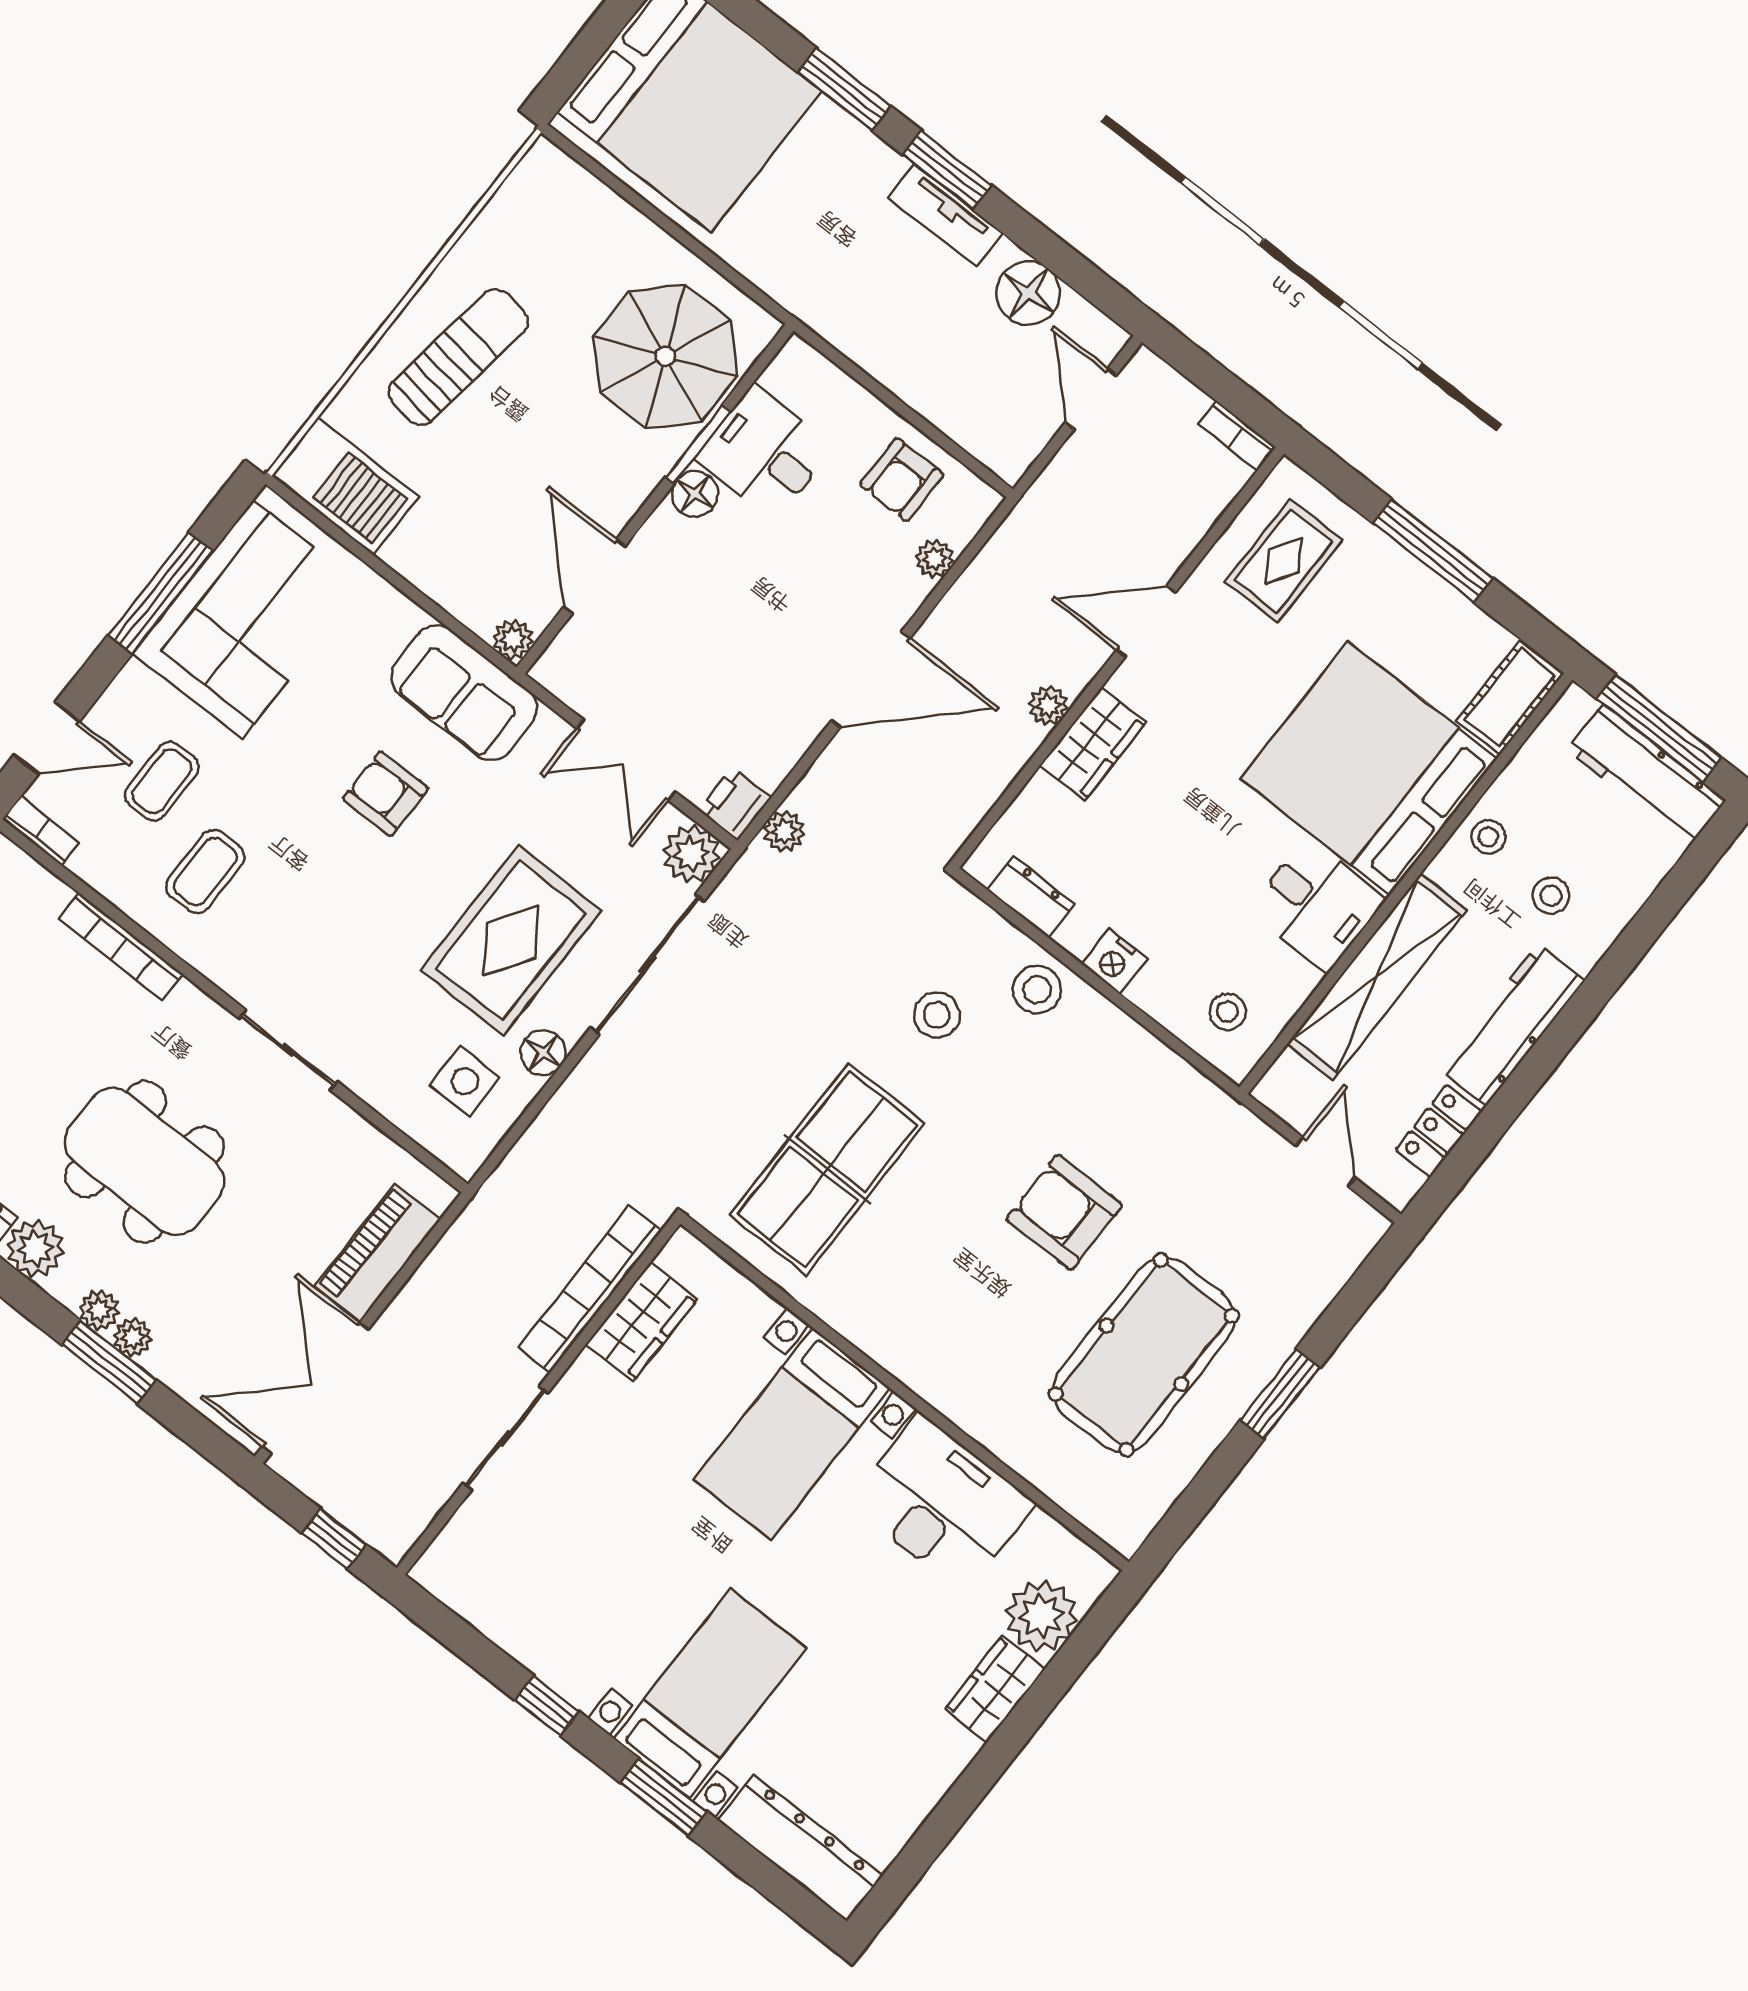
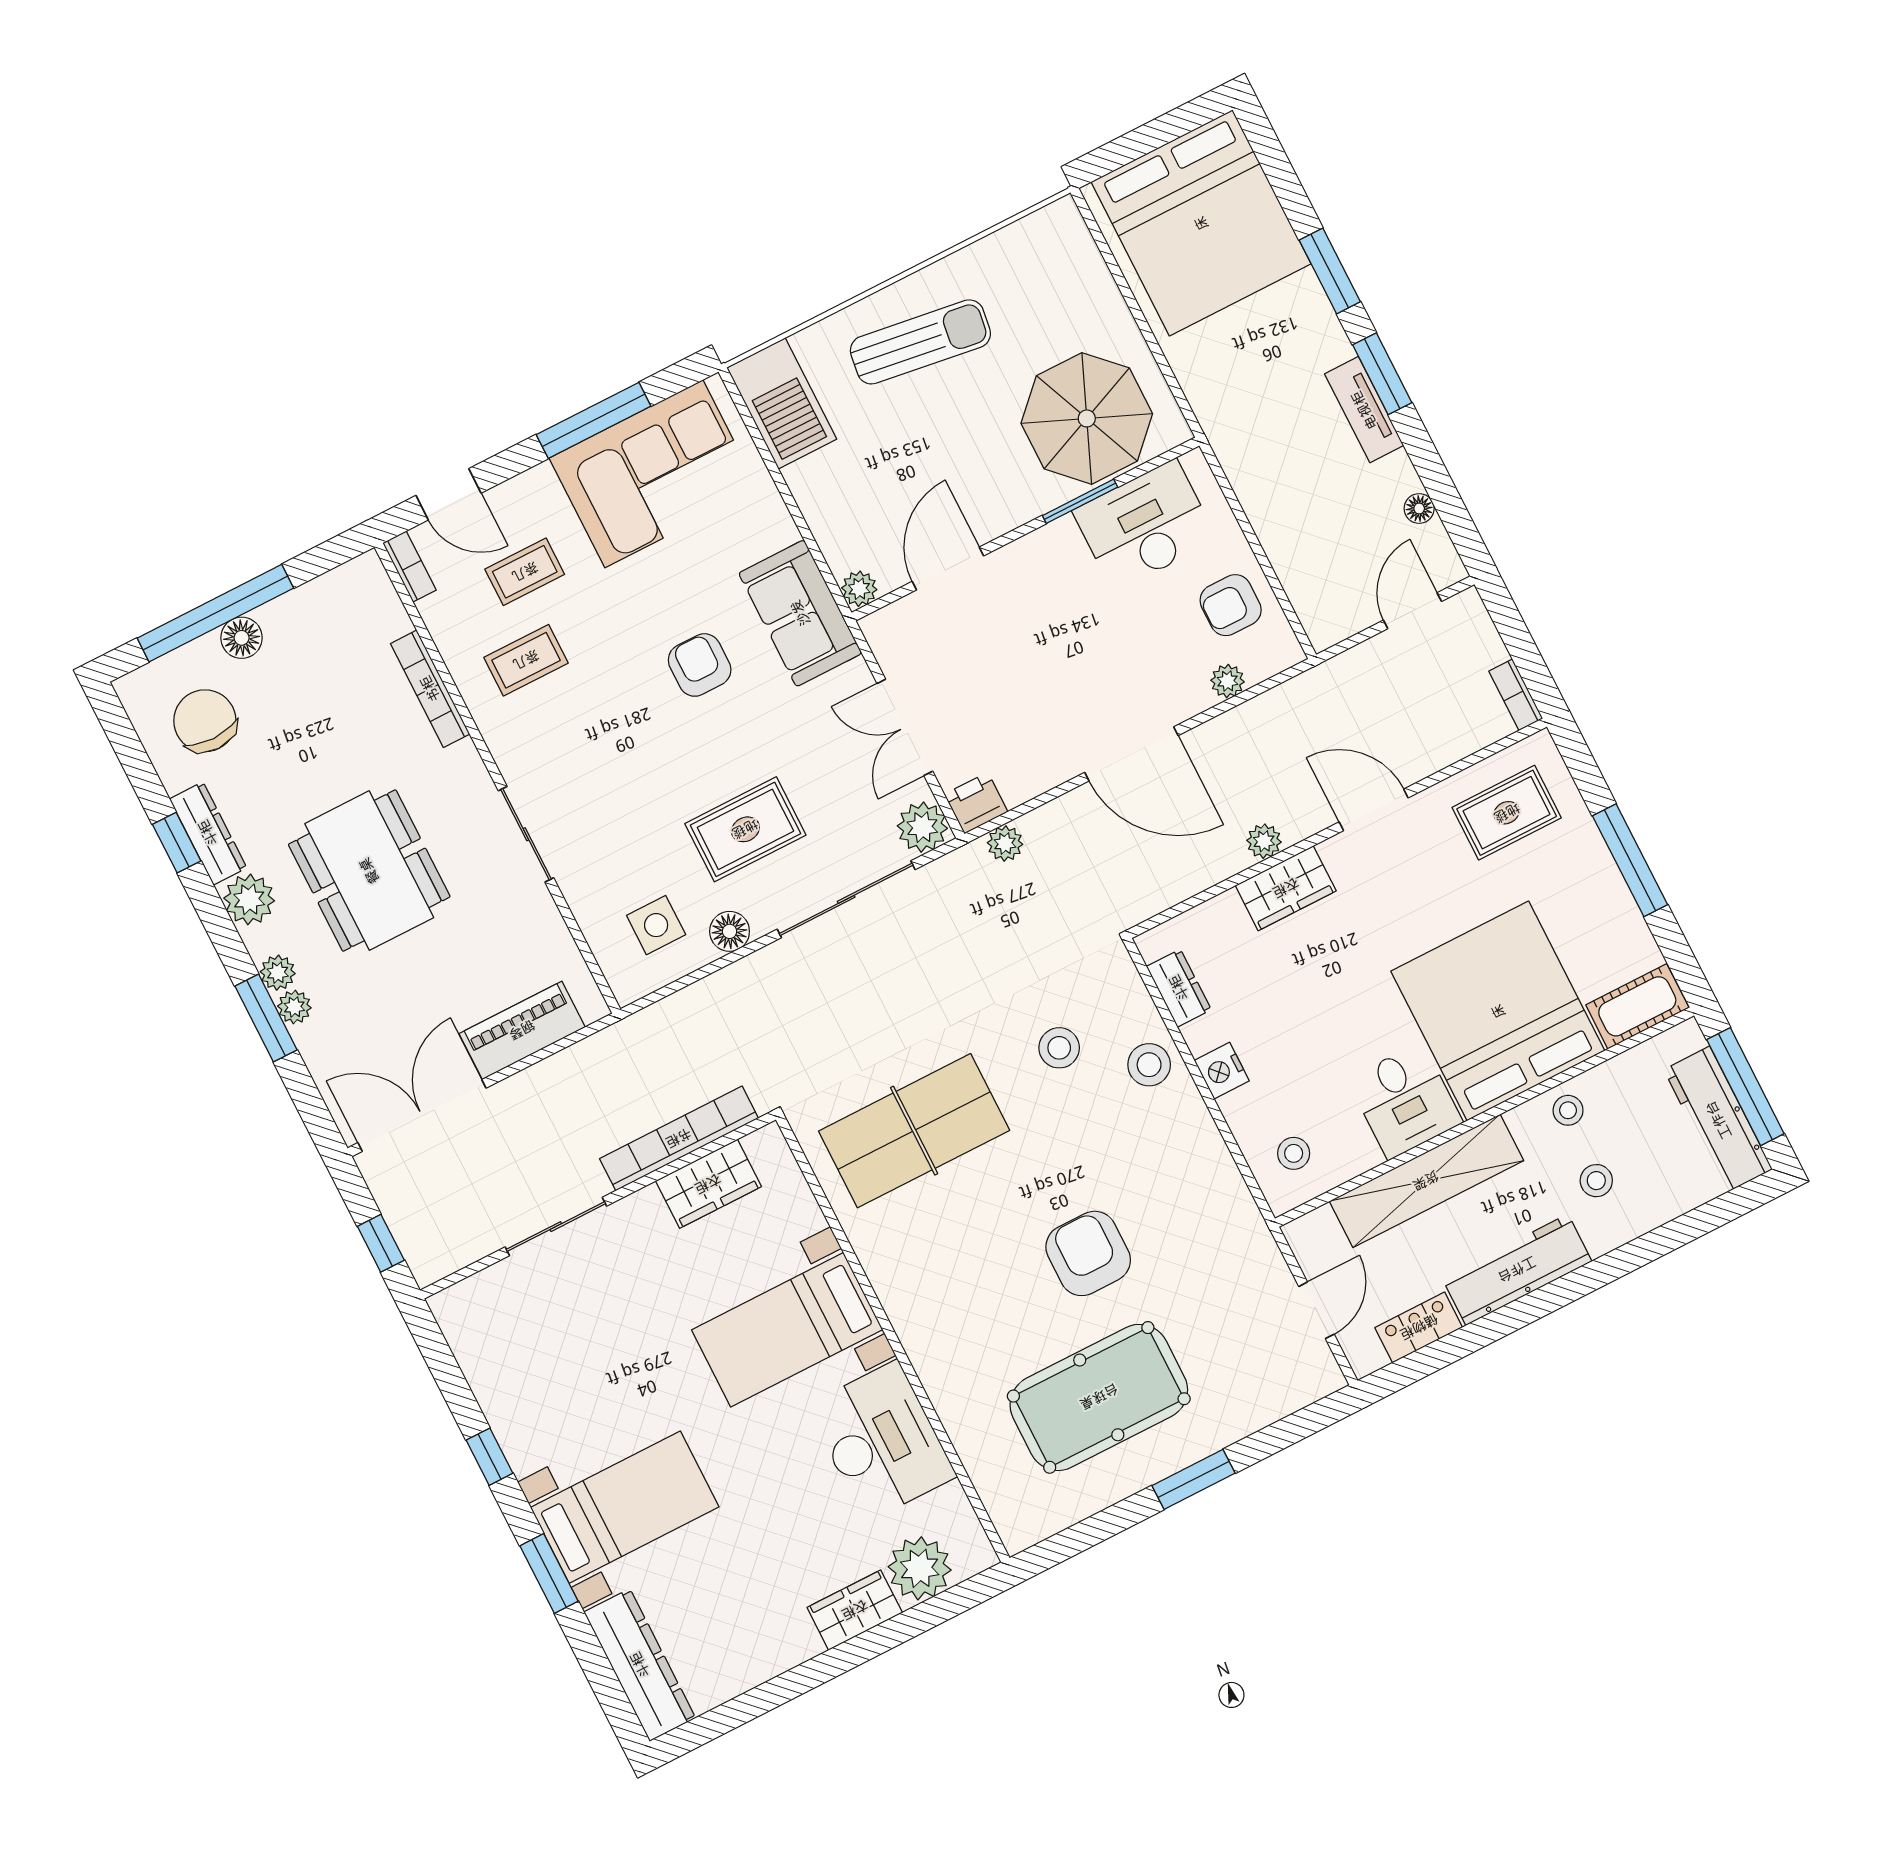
floor lamp: (1028, 293) -> (1419, 509), width x0.53, depth x0.53
desk: (765, 452) -> (1145, 525), width x1.37
floor lamp: (695, 494) -> (1059, 540), removed
rug: (511, 940) -> (745, 829), width x0.73, depth x0.70

